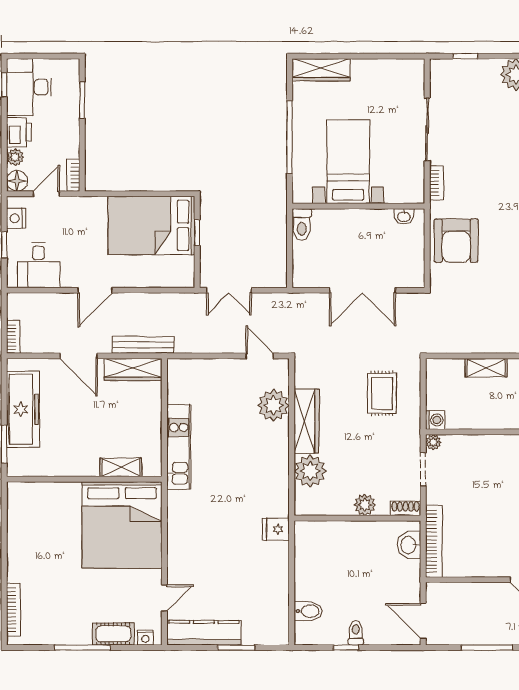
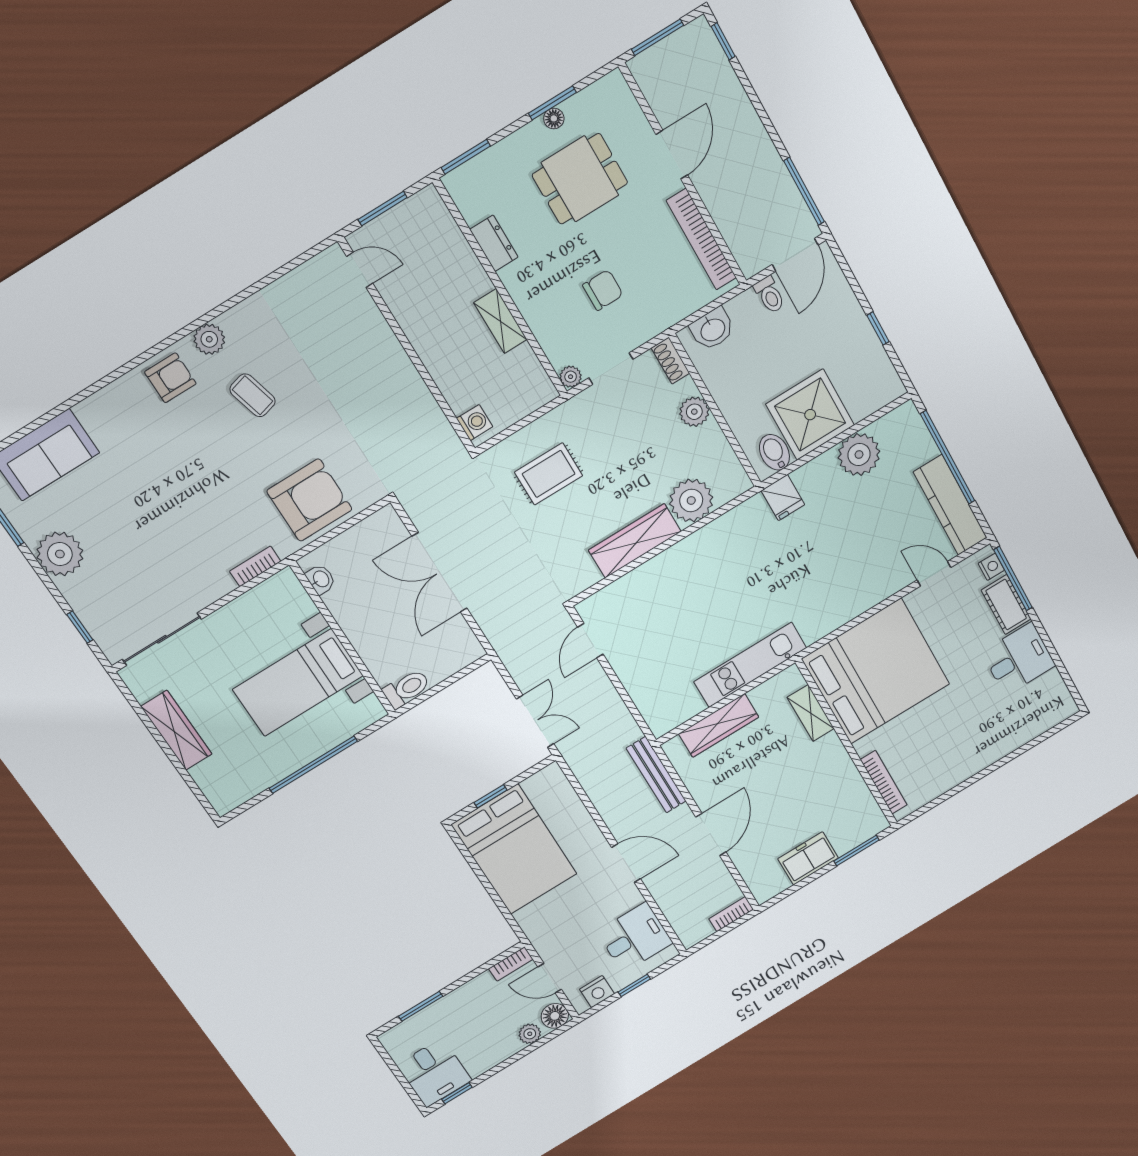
wardrobe: (321, 70) -> (176, 730), moved
desk: (29, 87) -> (434, 1073), width x0.73
sliding door: (427, 129) -> (162, 639), moved
printer: (19, 132) -> (500, 1047), removed
double door: (362, 290) -> (440, 572), swing flipped
shelving: (486, 368) -> (500, 321), moved
wardrobe: (133, 370) -> (719, 725), moved, turned 90
plant: (273, 405) -> (859, 454), moved
freezer: (23, 409) -> (808, 858), width x0.52, depth x0.79
washing machine: (435, 420) -> (475, 423), moved, turned 90
chair: (473, 492) -> (603, 290), added
bookcase: (434, 541) -> (701, 239), moved, turned -90
shower: (318, 576) -> (810, 415), added
bookcase: (13, 610) -> (884, 782), moved, turned 90
bidet: (308, 611) -> (774, 452), moved
desk: (70, 623) -> (1019, 659), added
toilet: (356, 633) -> (769, 295), moved, turned -90
window: (82, 648) -> (1013, 579), moved
window: (236, 648) -> (948, 457), width x2.11
window: (487, 648) -> (804, 191), moved

